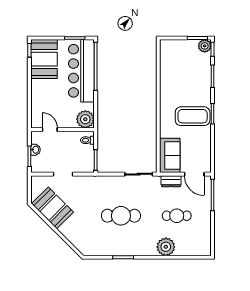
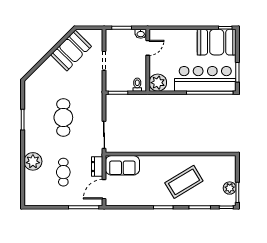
plant: (205, 46) -> (230, 188), moved
coffee table: (193, 116) -> (184, 182), moved, turned 59
washbasin: (35, 150) -> (141, 34), moved

